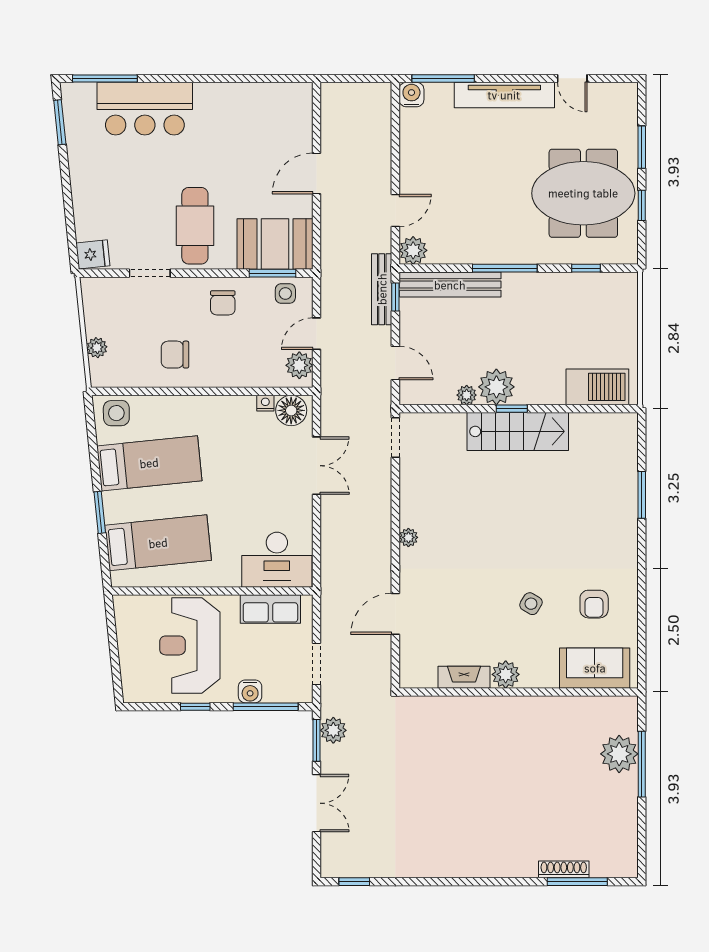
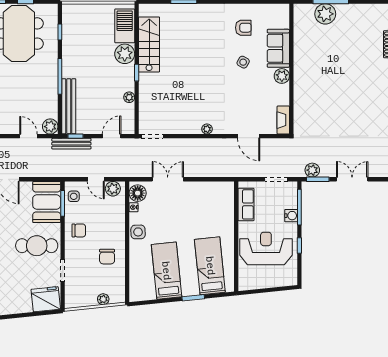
fridge: (93, 254) -> (46, 299), width x1.88, depth x1.34
plant: (496, 387) -> (125, 54), moved
side table: (116, 413) -> (138, 232), moved
stairs: (518, 431) -> (149, 44), moved
desk: (277, 560) -> (219, 201), removed
reception desk: (190, 645) -> (266, 248), turned 180
sofa: (595, 668) -> (278, 48), moved
fireplace: (464, 677) -> (283, 120), moved

